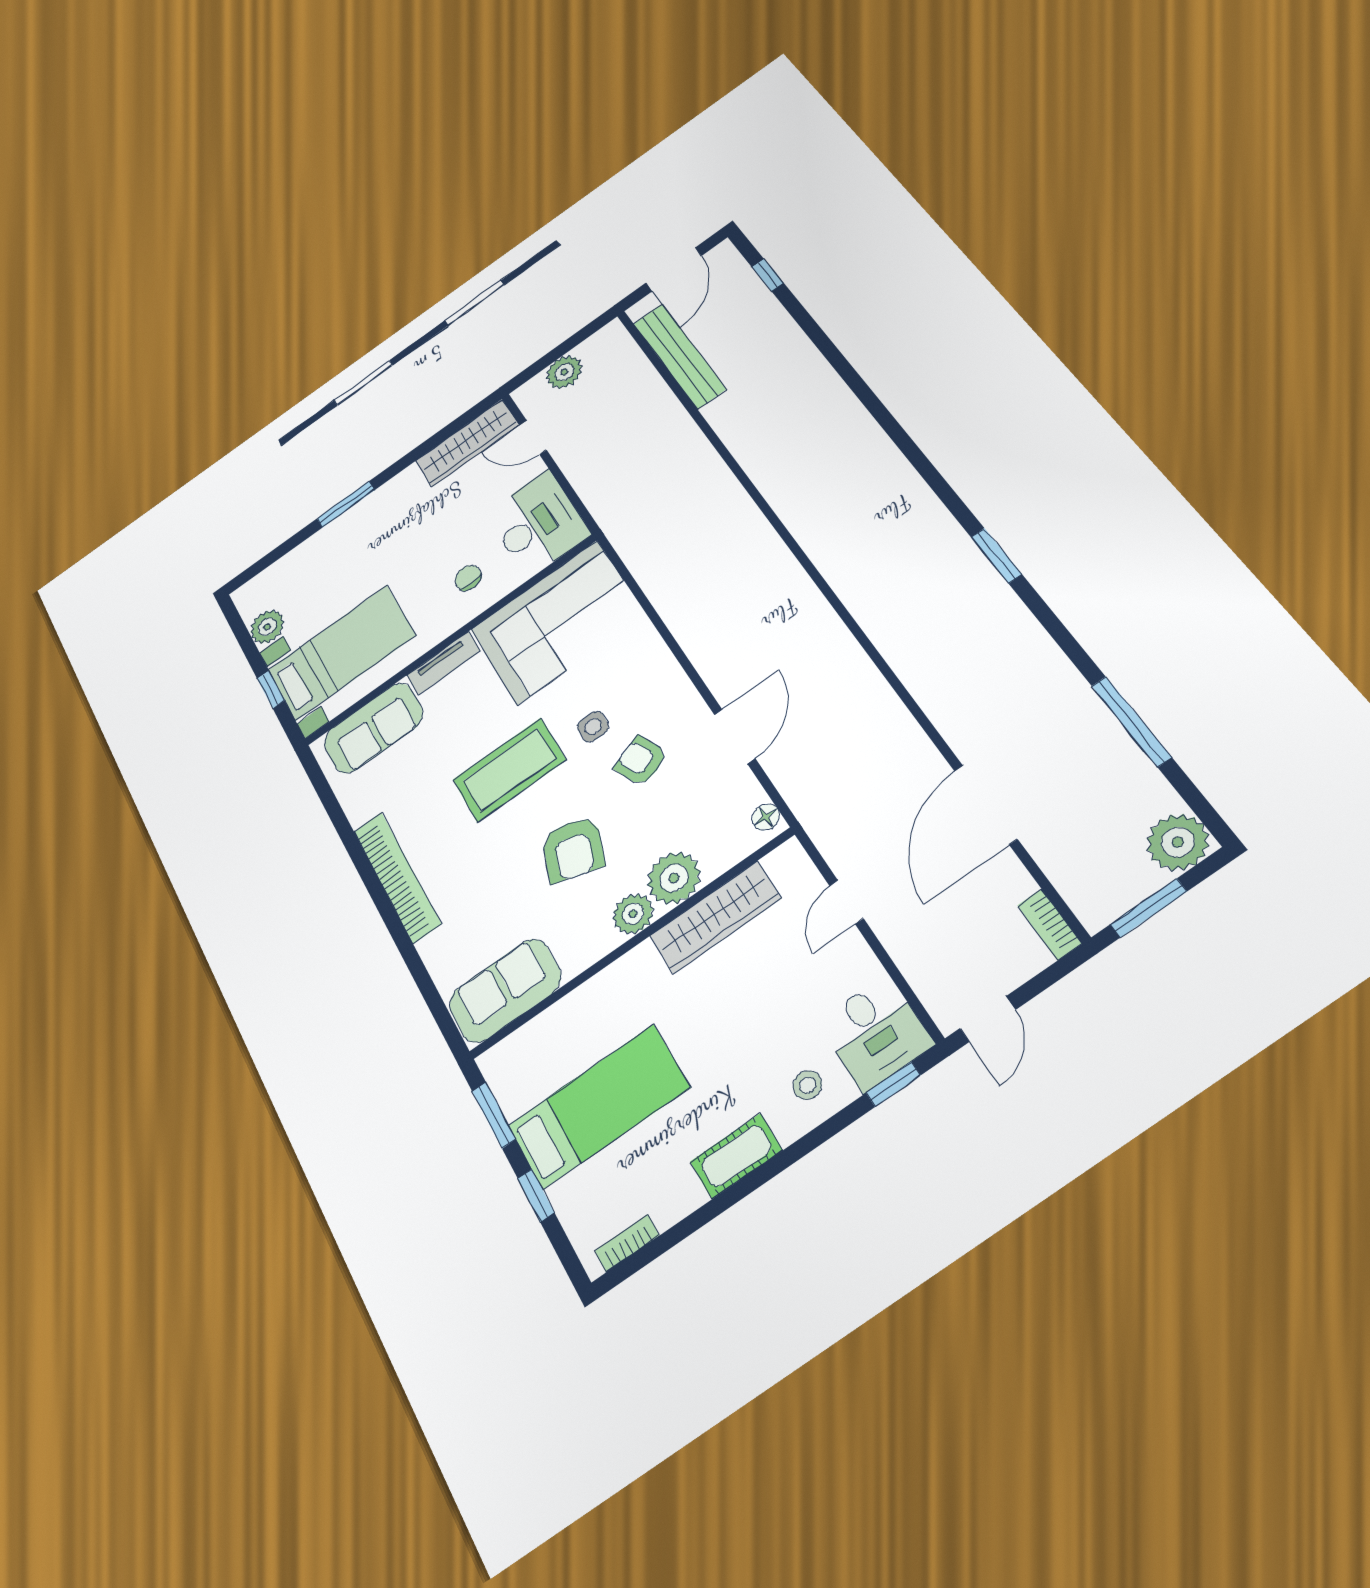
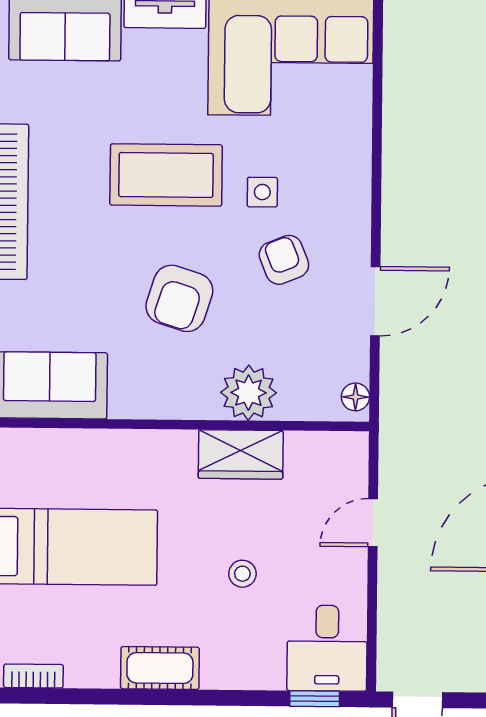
plant: (633, 914) -> (196, 399), removed
wardrobe: (715, 917) -> (241, 454), width x0.67
stool: (807, 1085) -> (242, 574), moved

